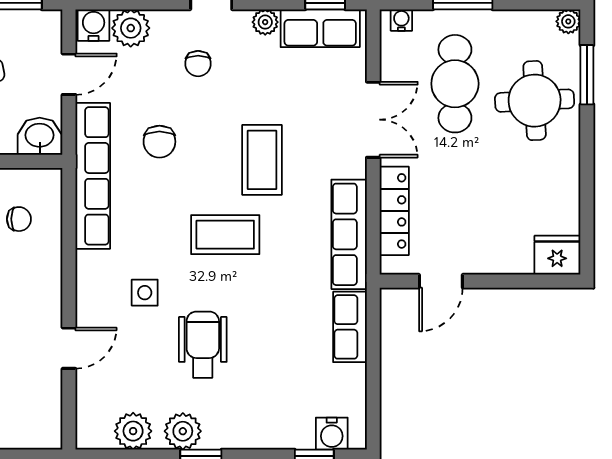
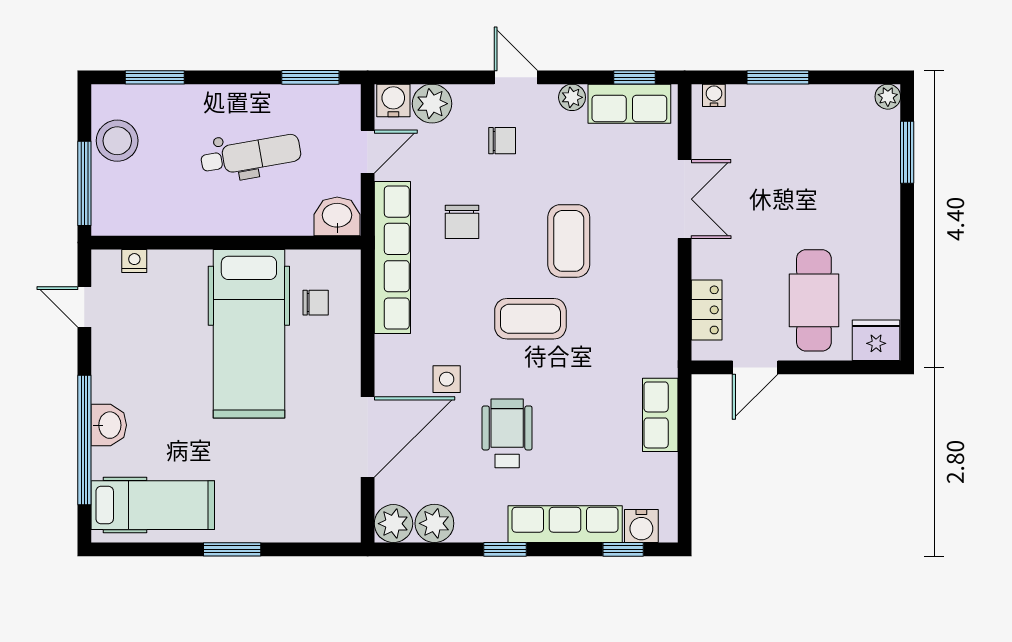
chair: (198, 64) -> (502, 141), turned -90
cafe table: (455, 84) -> (814, 300), moved
round table: (535, 101) -> (853, 179), removed
locker: (394, 211) -> (707, 310), width x0.66
row of seats: (349, 234) -> (565, 524), moved, turned 90
door: (69, 348) -> (368, 437), width x1.87
plant: (183, 431) -> (393, 524), moved

